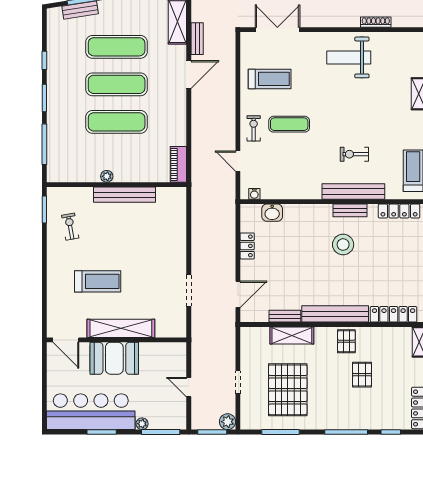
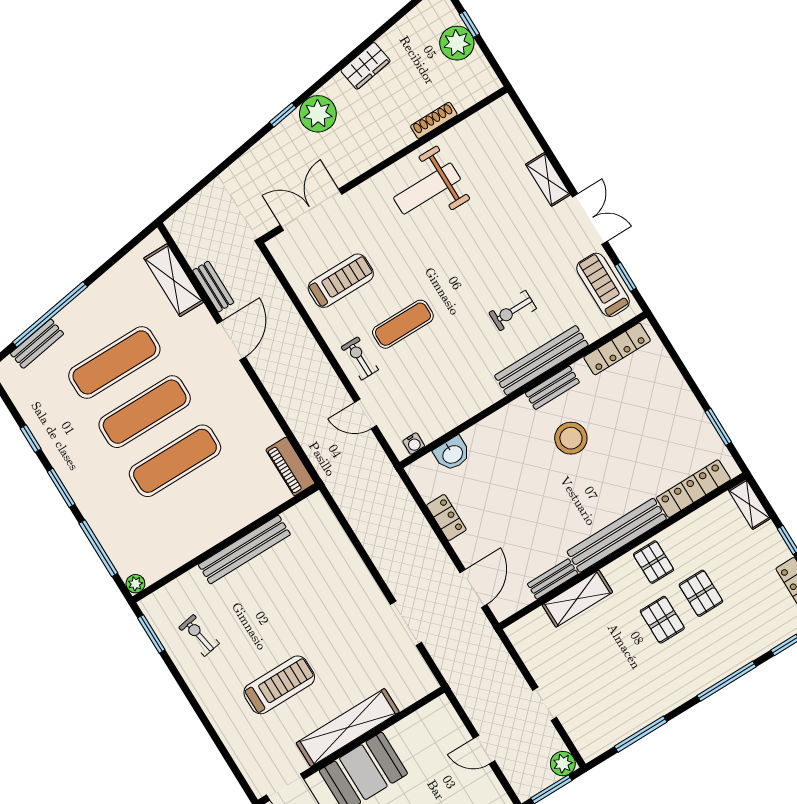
plant: (107, 176) -> (135, 584), moved
pallet: (288, 390) -> (662, 620), moved, width x0.49, depth x0.50

